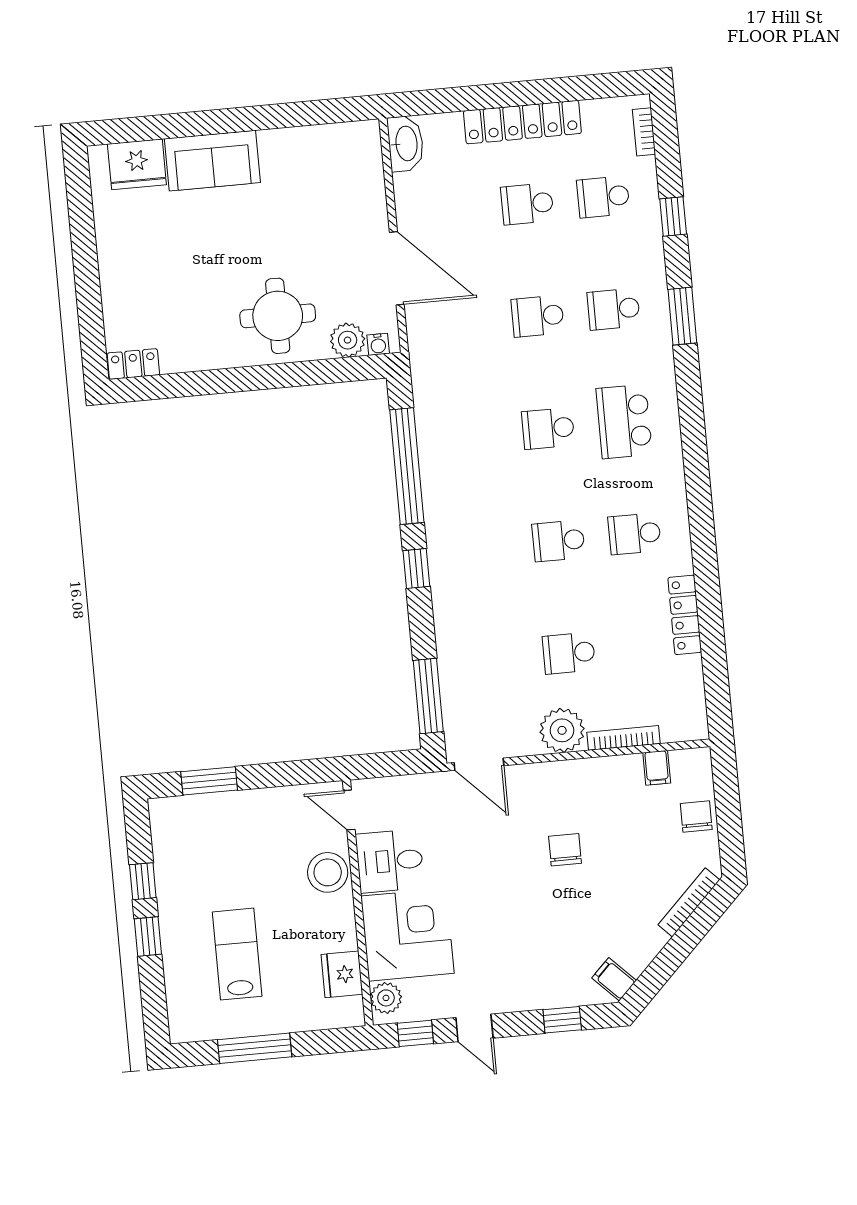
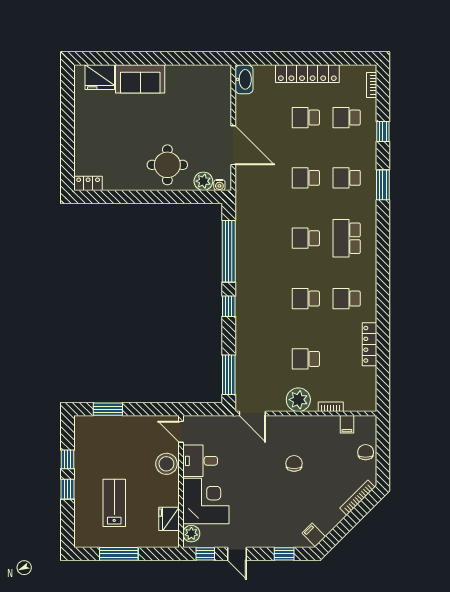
bookcase: (624, 738) -> (331, 407), width x0.64

